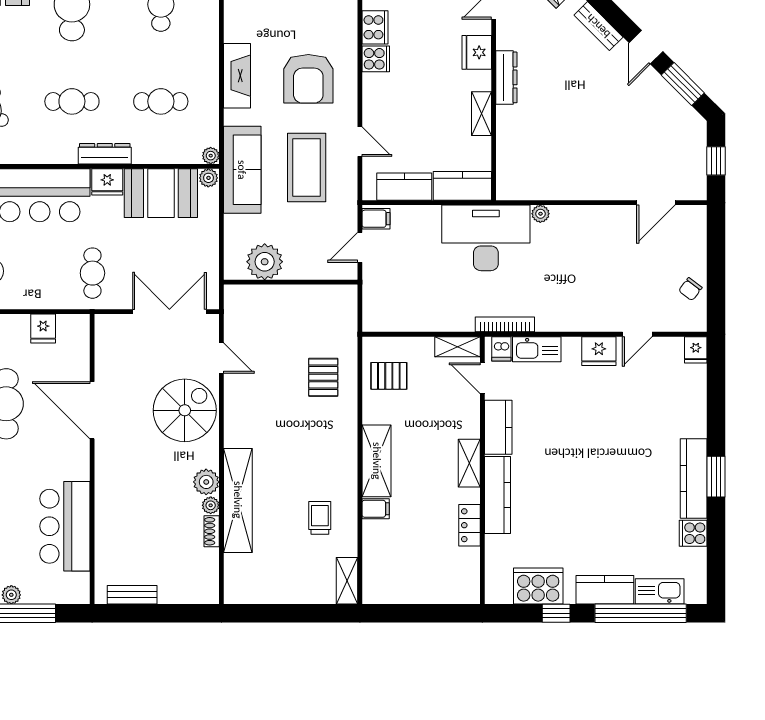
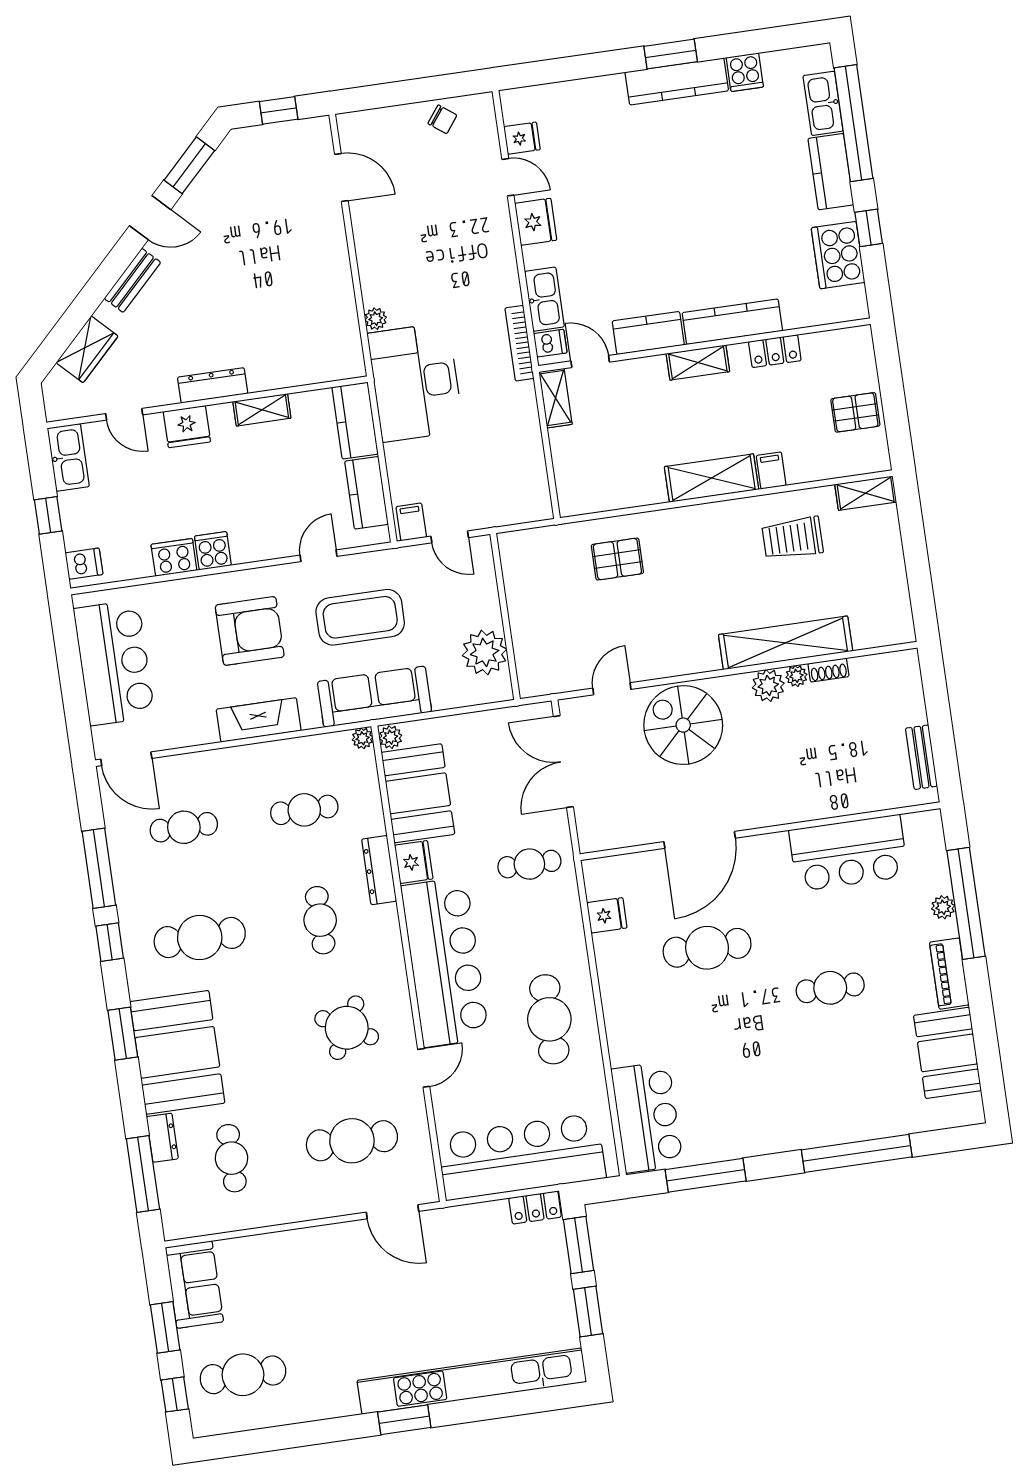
cafe table: (161, 101) -> (304, 810), turned 90
fridge: (696, 350) -> (522, 138), moved
pallet: (389, 376) -> (855, 412), moved, turned 90
door: (482, 378) -> (590, 361), swing flipped
trolley: (320, 518) -> (792, 538), width x1.36, depth x1.39

